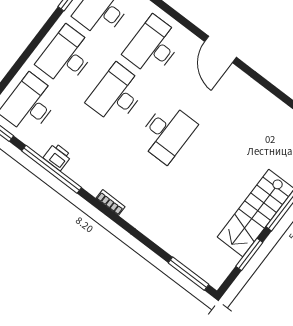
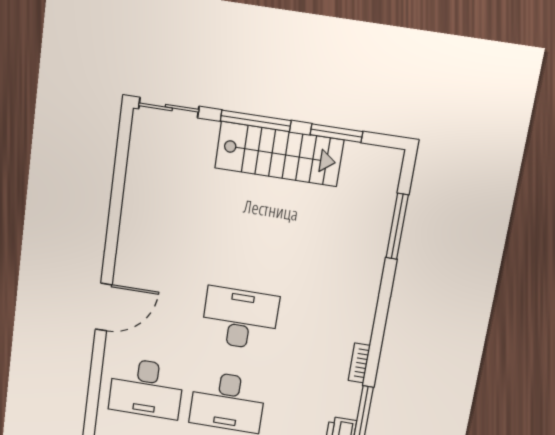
bookcase: (111, 202) -> (359, 363), moved
window: (189, 274) -> (397, 226), moved

